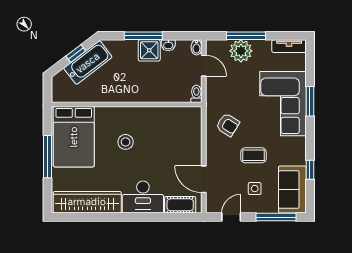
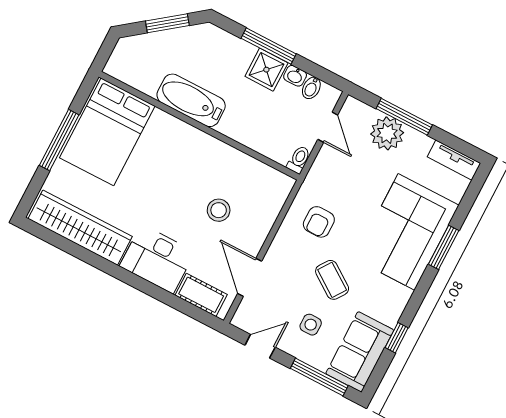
bidet: (197, 47) -> (311, 88), moved
window: (76, 53) -> (167, 23), width x1.50
bathtub: (88, 63) -> (191, 100), moved, turned -143
armchair: (228, 125) -> (319, 222), turned 58
stool: (126, 142) -> (219, 210), moved
coffee table: (254, 155) -> (332, 280), turned 35

